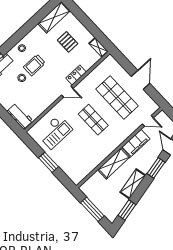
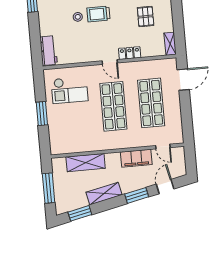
door: (140, 80) -> (183, 80), moved
shop shelf: (93, 120) -> (113, 106), width x1.43, depth x1.36
shelving: (114, 163) -> (86, 163), moved

